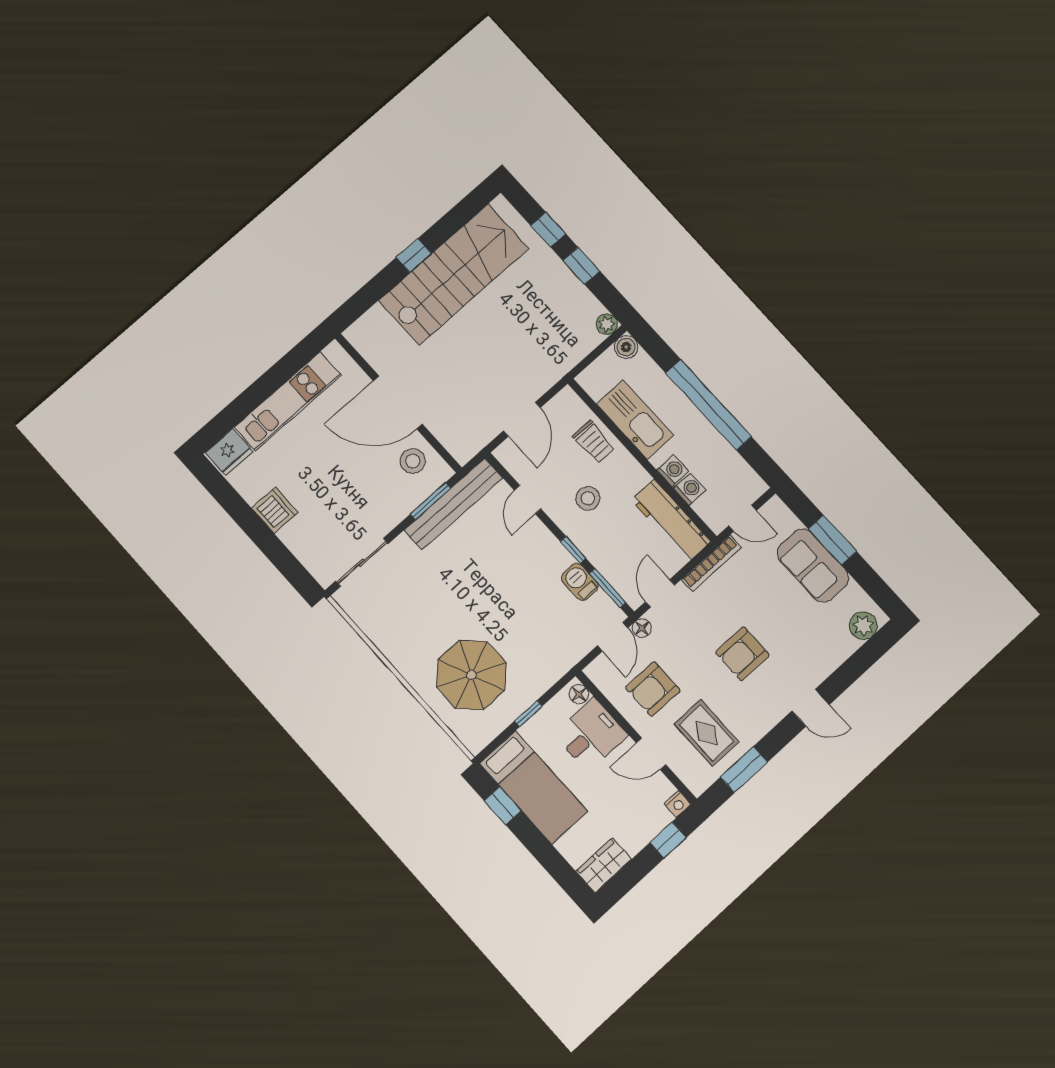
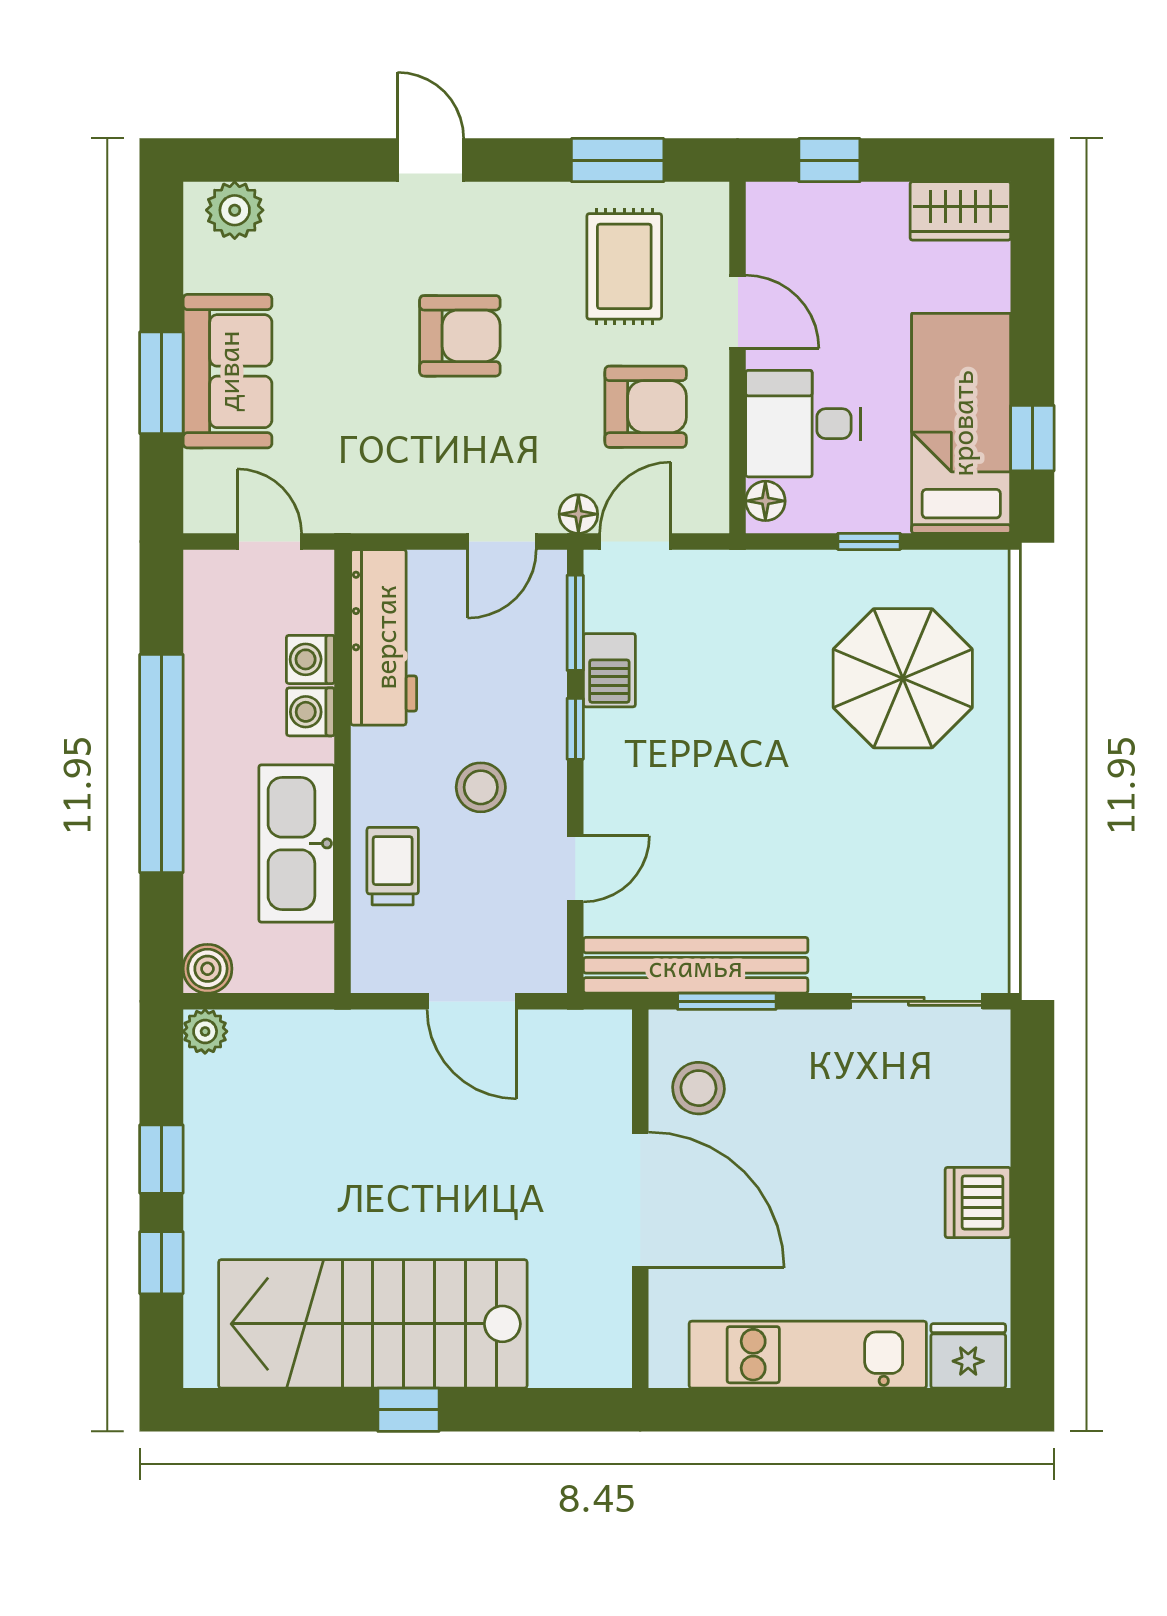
door: (522, 419) -> (472, 1001), swing flipped
bookcase: (711, 563) -> (381, 516), removed
nightstand: (677, 804) -> (766, 201), removed

